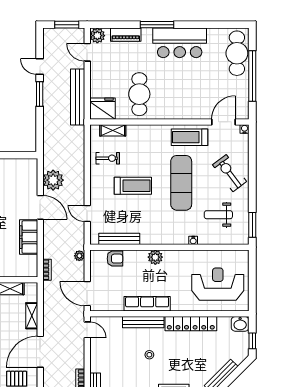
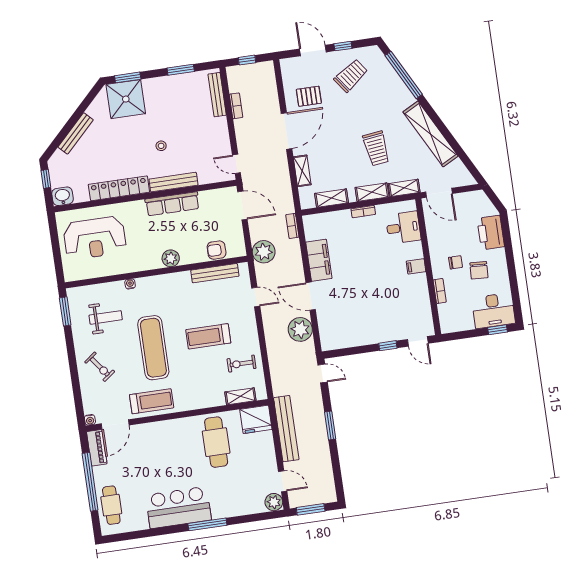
piano: (126, 35) -> (97, 448), moved, turned 90
cafe table: (237, 53) -> (111, 505), width x0.73, depth x0.74
door: (40, 66) -> (323, 373), moved
exercise bike: (230, 173) -> (100, 367), width x0.73, depth x0.72
plant: (79, 256) -> (264, 252), width x1.88, depth x1.88

